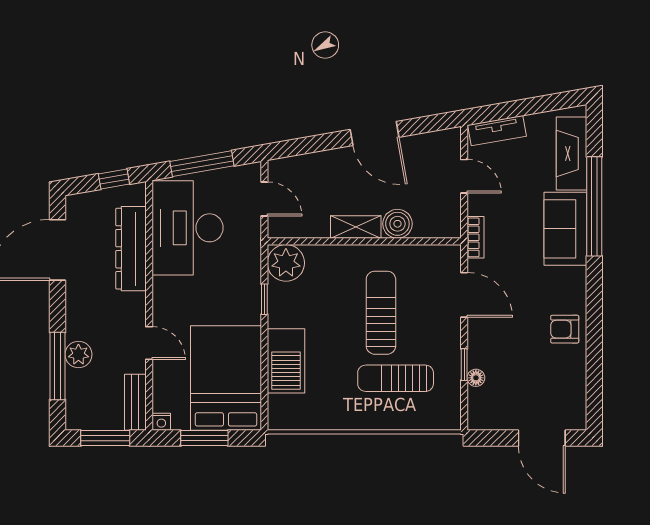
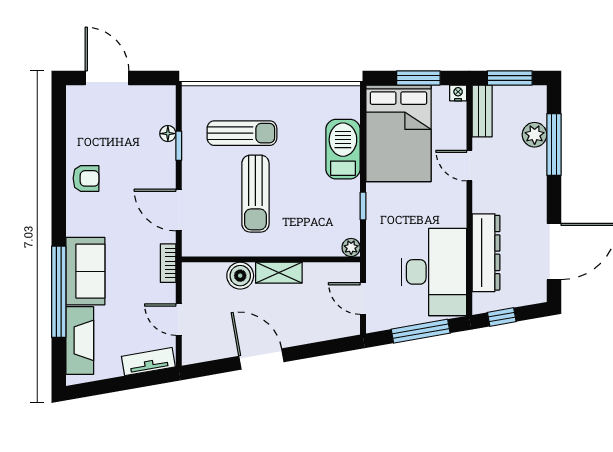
plant: (286, 263) -> (351, 247), width x0.53, depth x0.53
plant: (78, 354) -> (535, 135), moved

